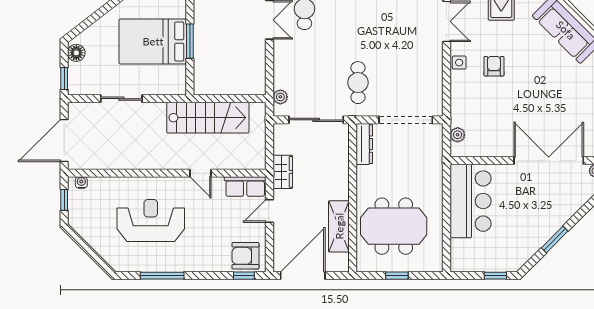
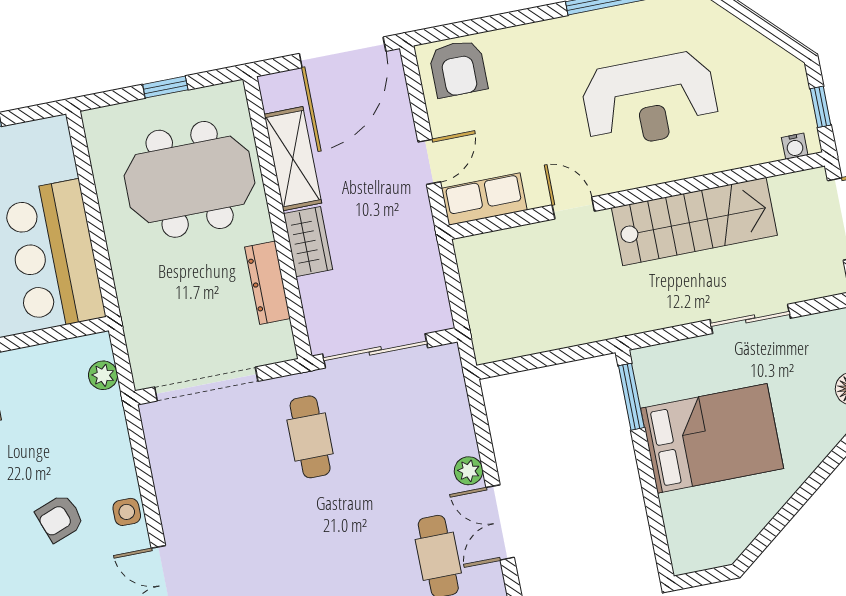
window: (190, 41) -> (631, 397), moved
armchair: (494, 66) -> (60, 518), turned 70
plant: (280, 97) -> (469, 471), moved
stairs: (208, 118) -> (694, 221), moved, turned 180
dresser: (364, 144) -> (268, 283), moved
wardrobe: (283, 172) -> (308, 242), moved, turned 180
armchair: (245, 256) -> (458, 69), turned 90
window: (244, 276) -> (454, 31), removed

